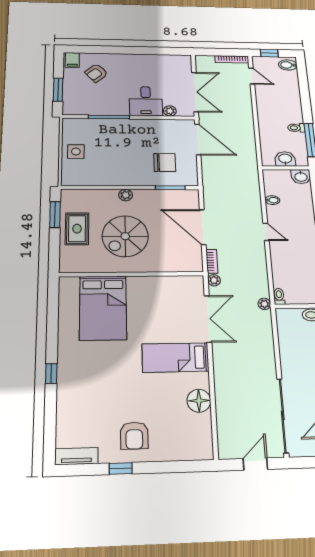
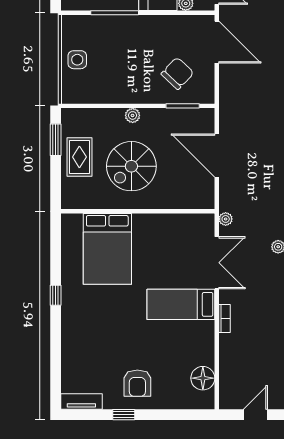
chair: (165, 163) -> (177, 73), turned -47
bookcase: (212, 261) -> (225, 318), moved
window: (51, 374) -> (56, 295), moved
floor lamp: (199, 401) -> (203, 378), moved

